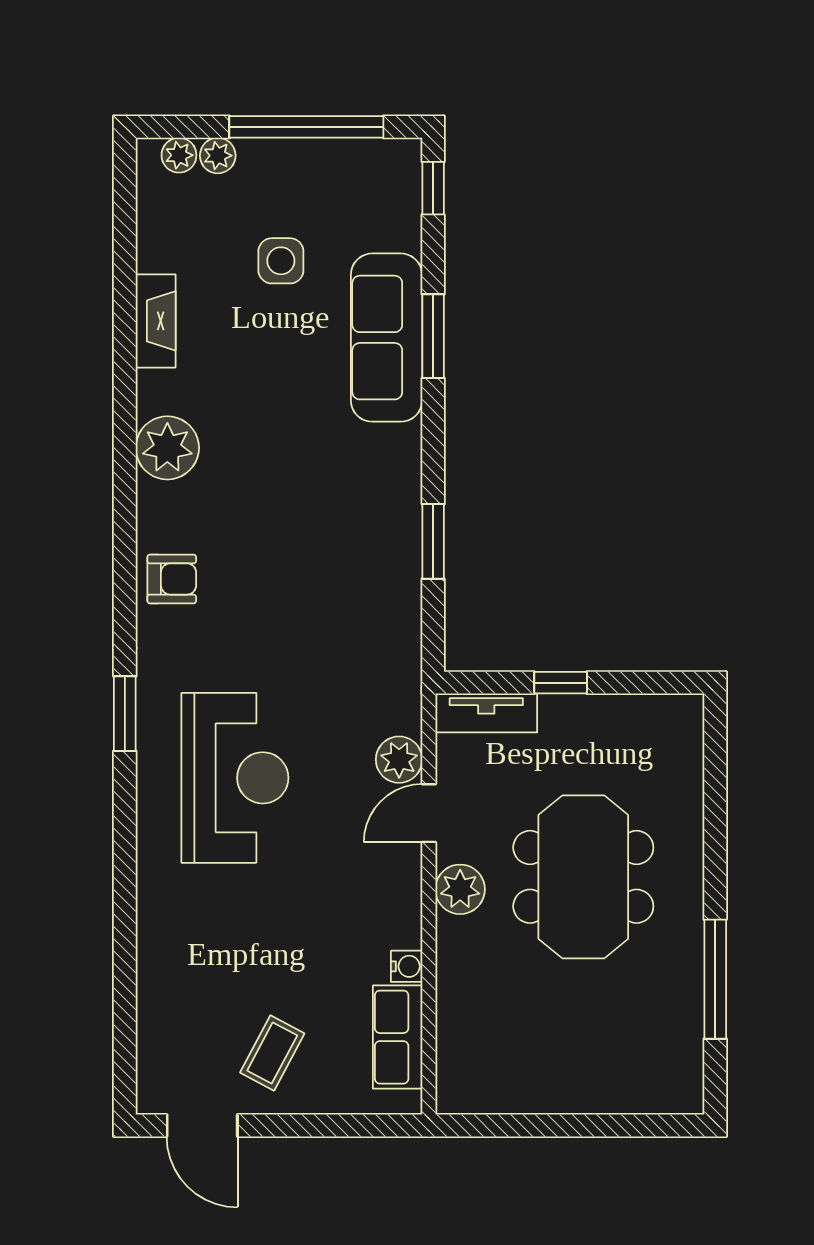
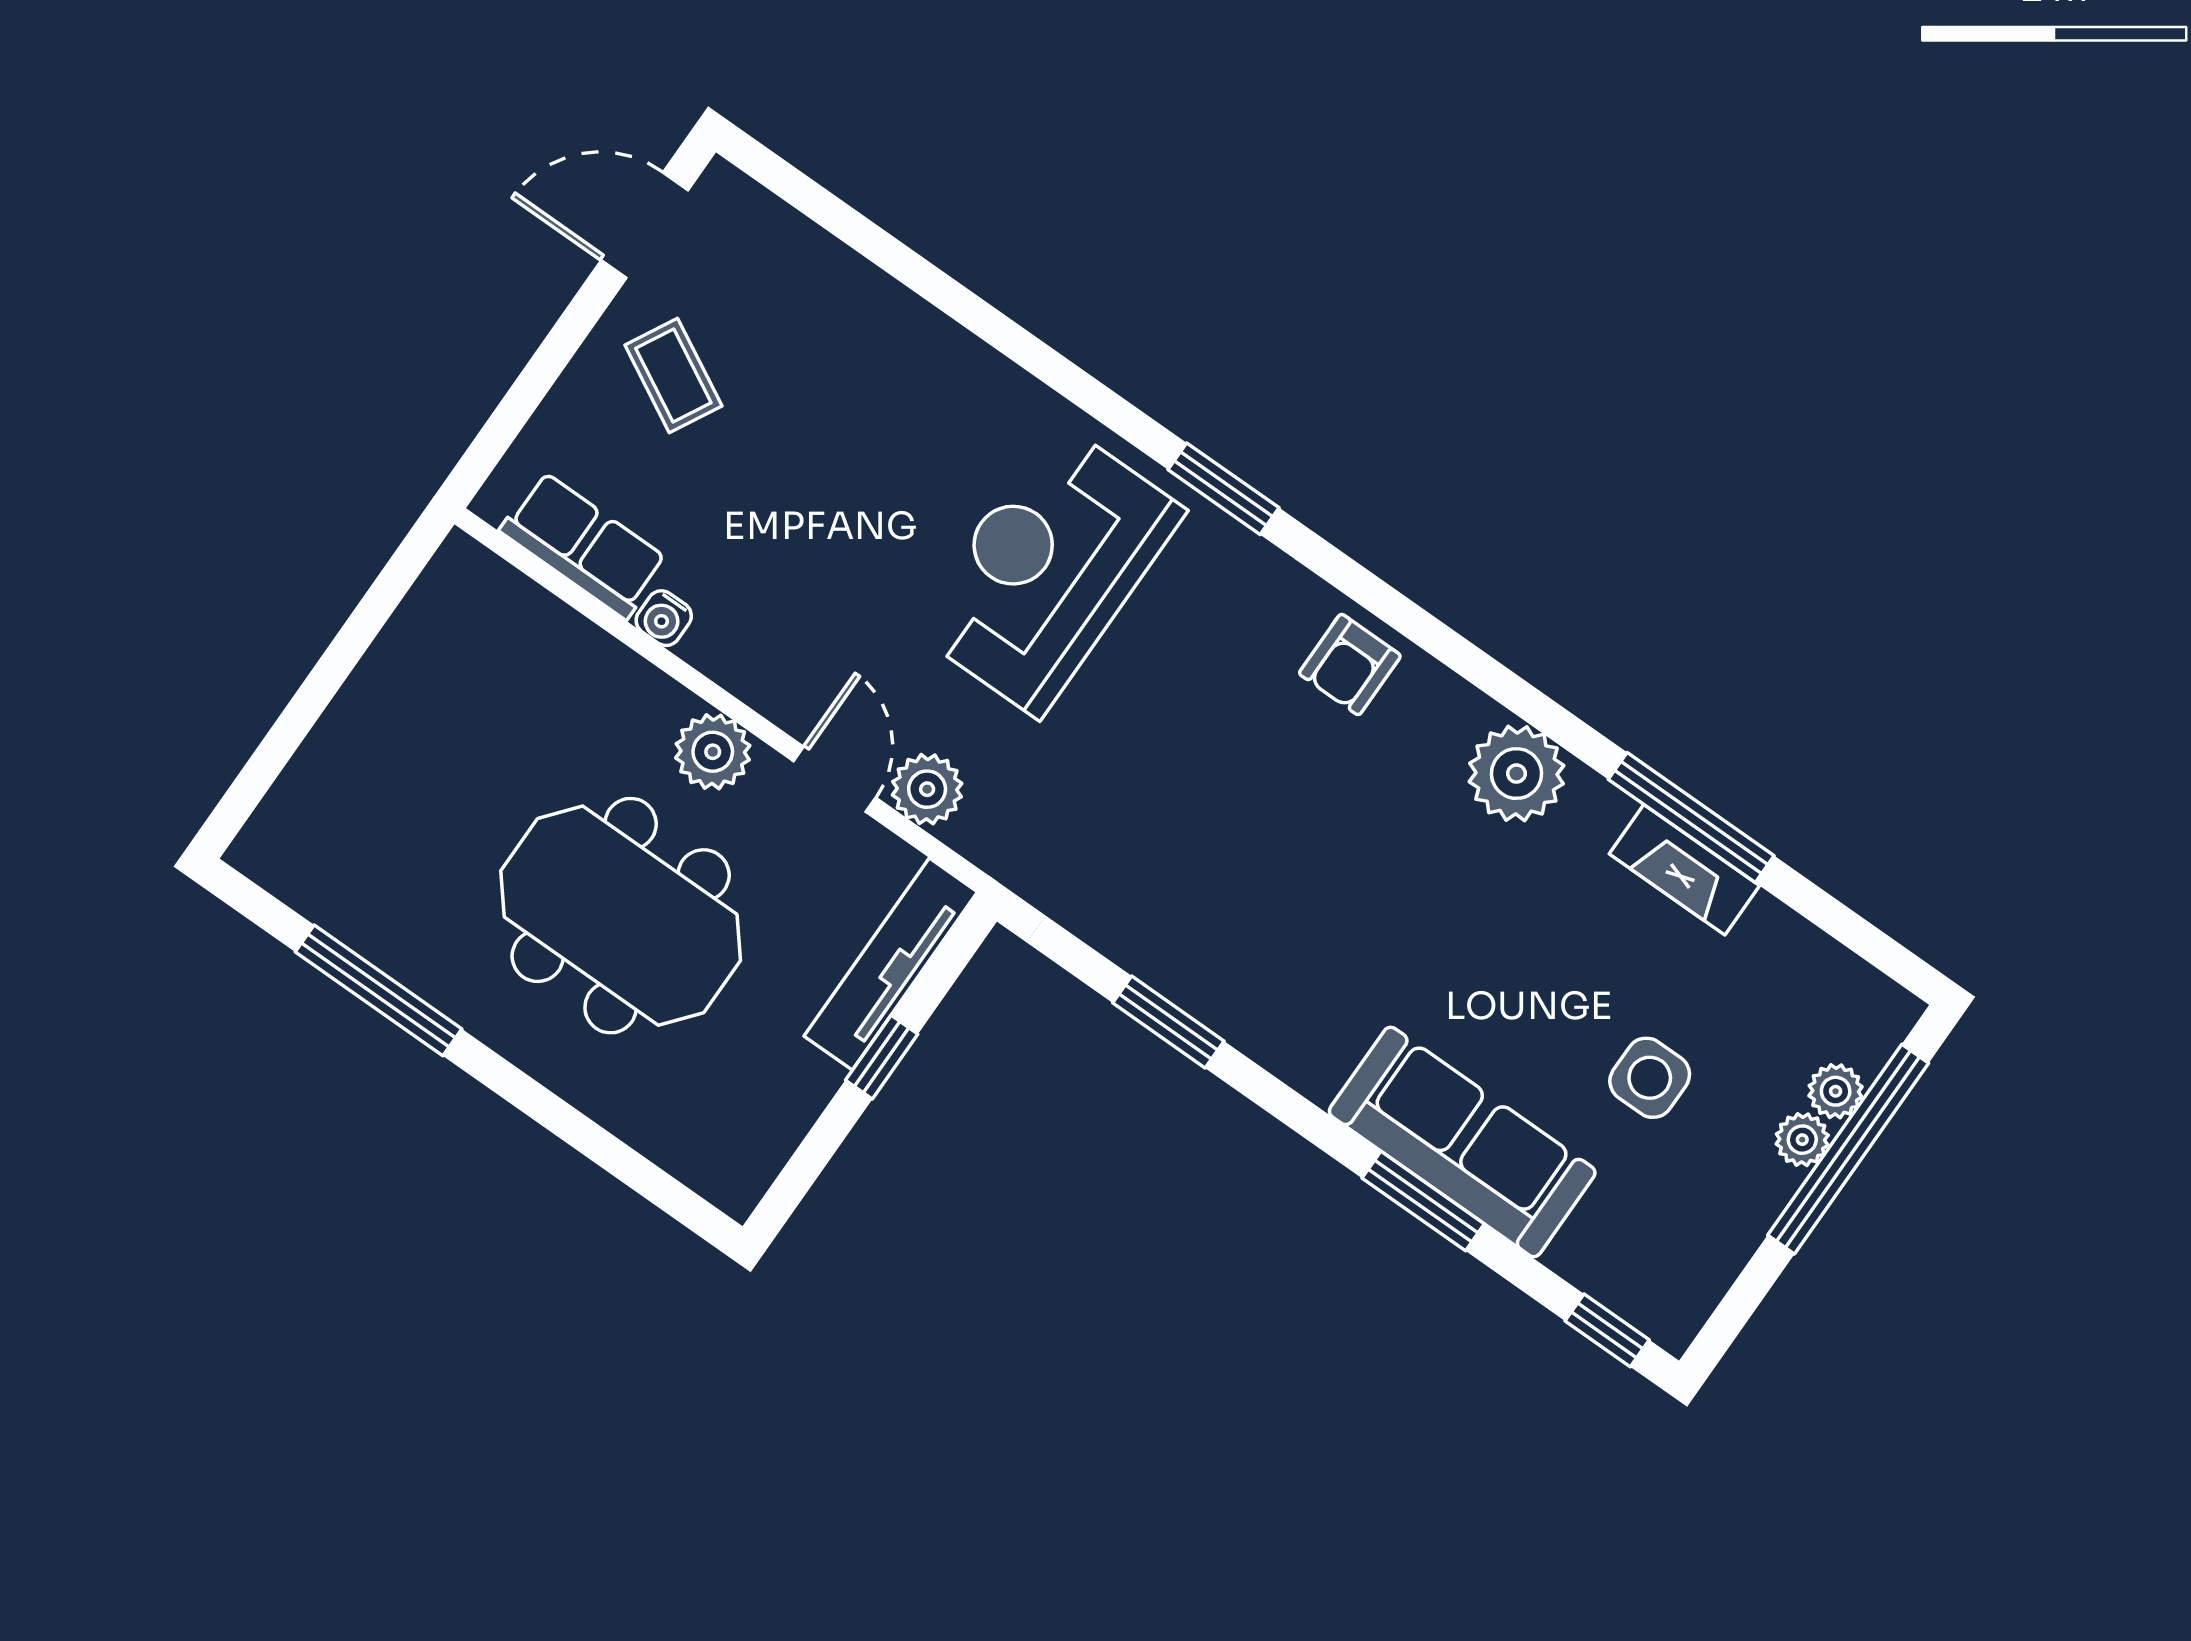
window: (306, 127) -> (1848, 1149), moved
plant: (179, 155) -> (1802, 1140), moved
window: (125, 337) -> (1691, 817), added
tv unit: (486, 713) -> (891, 964), width x1.41
reception desk: (235, 778) -> (1048, 569), turned 90

